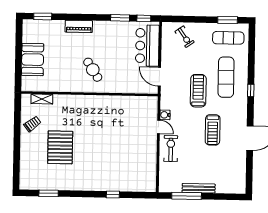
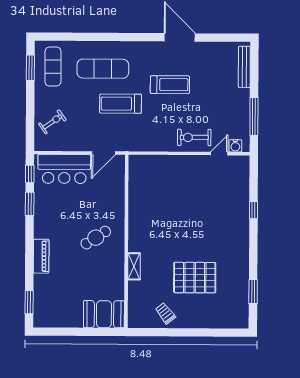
booth: (33, 60) -> (104, 314), moved
window: (251, 90) -> (119, 37), removed
shelving: (42, 99) -> (134, 266), moved
water cooler: (165, 115) -> (235, 146), moved
door: (159, 127) -> (219, 154), moved
bench: (199, 188) -> (244, 67), moved

